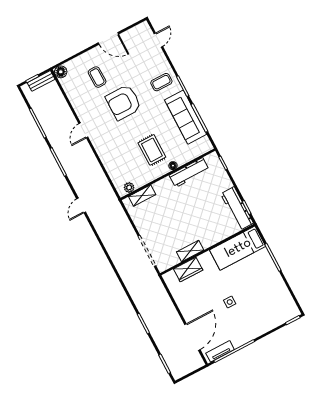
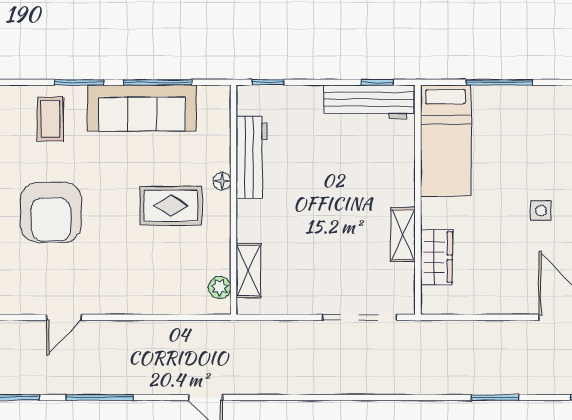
door: (83, 130) -> (64, 317), hinge flipped

